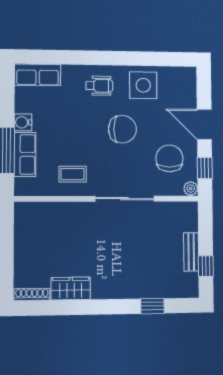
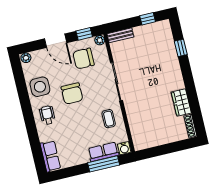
plant: (189, 76) -> (26, 58), added
water cooler: (23, 122) -> (124, 148), moved
door: (204, 124) -> (56, 41), hinge flipped
chair: (122, 129) -> (72, 94), turned 180
bench: (191, 252) -> (120, 35), moved

